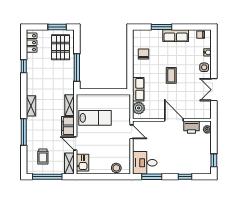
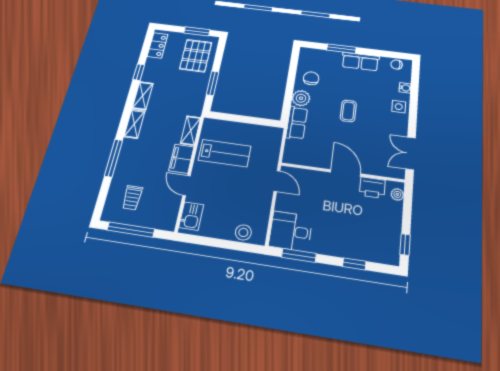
window: (77, 68) -> (213, 83), width x0.69
double door: (214, 90) -> (411, 153), moved
plant: (139, 108) -> (301, 98), moved
shelving: (69, 163) -> (143, 96), moved

